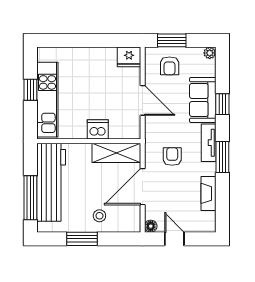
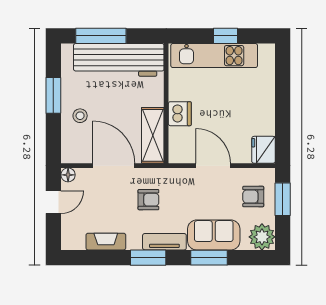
plant: (210, 53) -> (262, 237), width x1.88, depth x1.88
door: (143, 100) -> (213, 166), swing flipped
window: (222, 104) -> (209, 258), width x1.50

